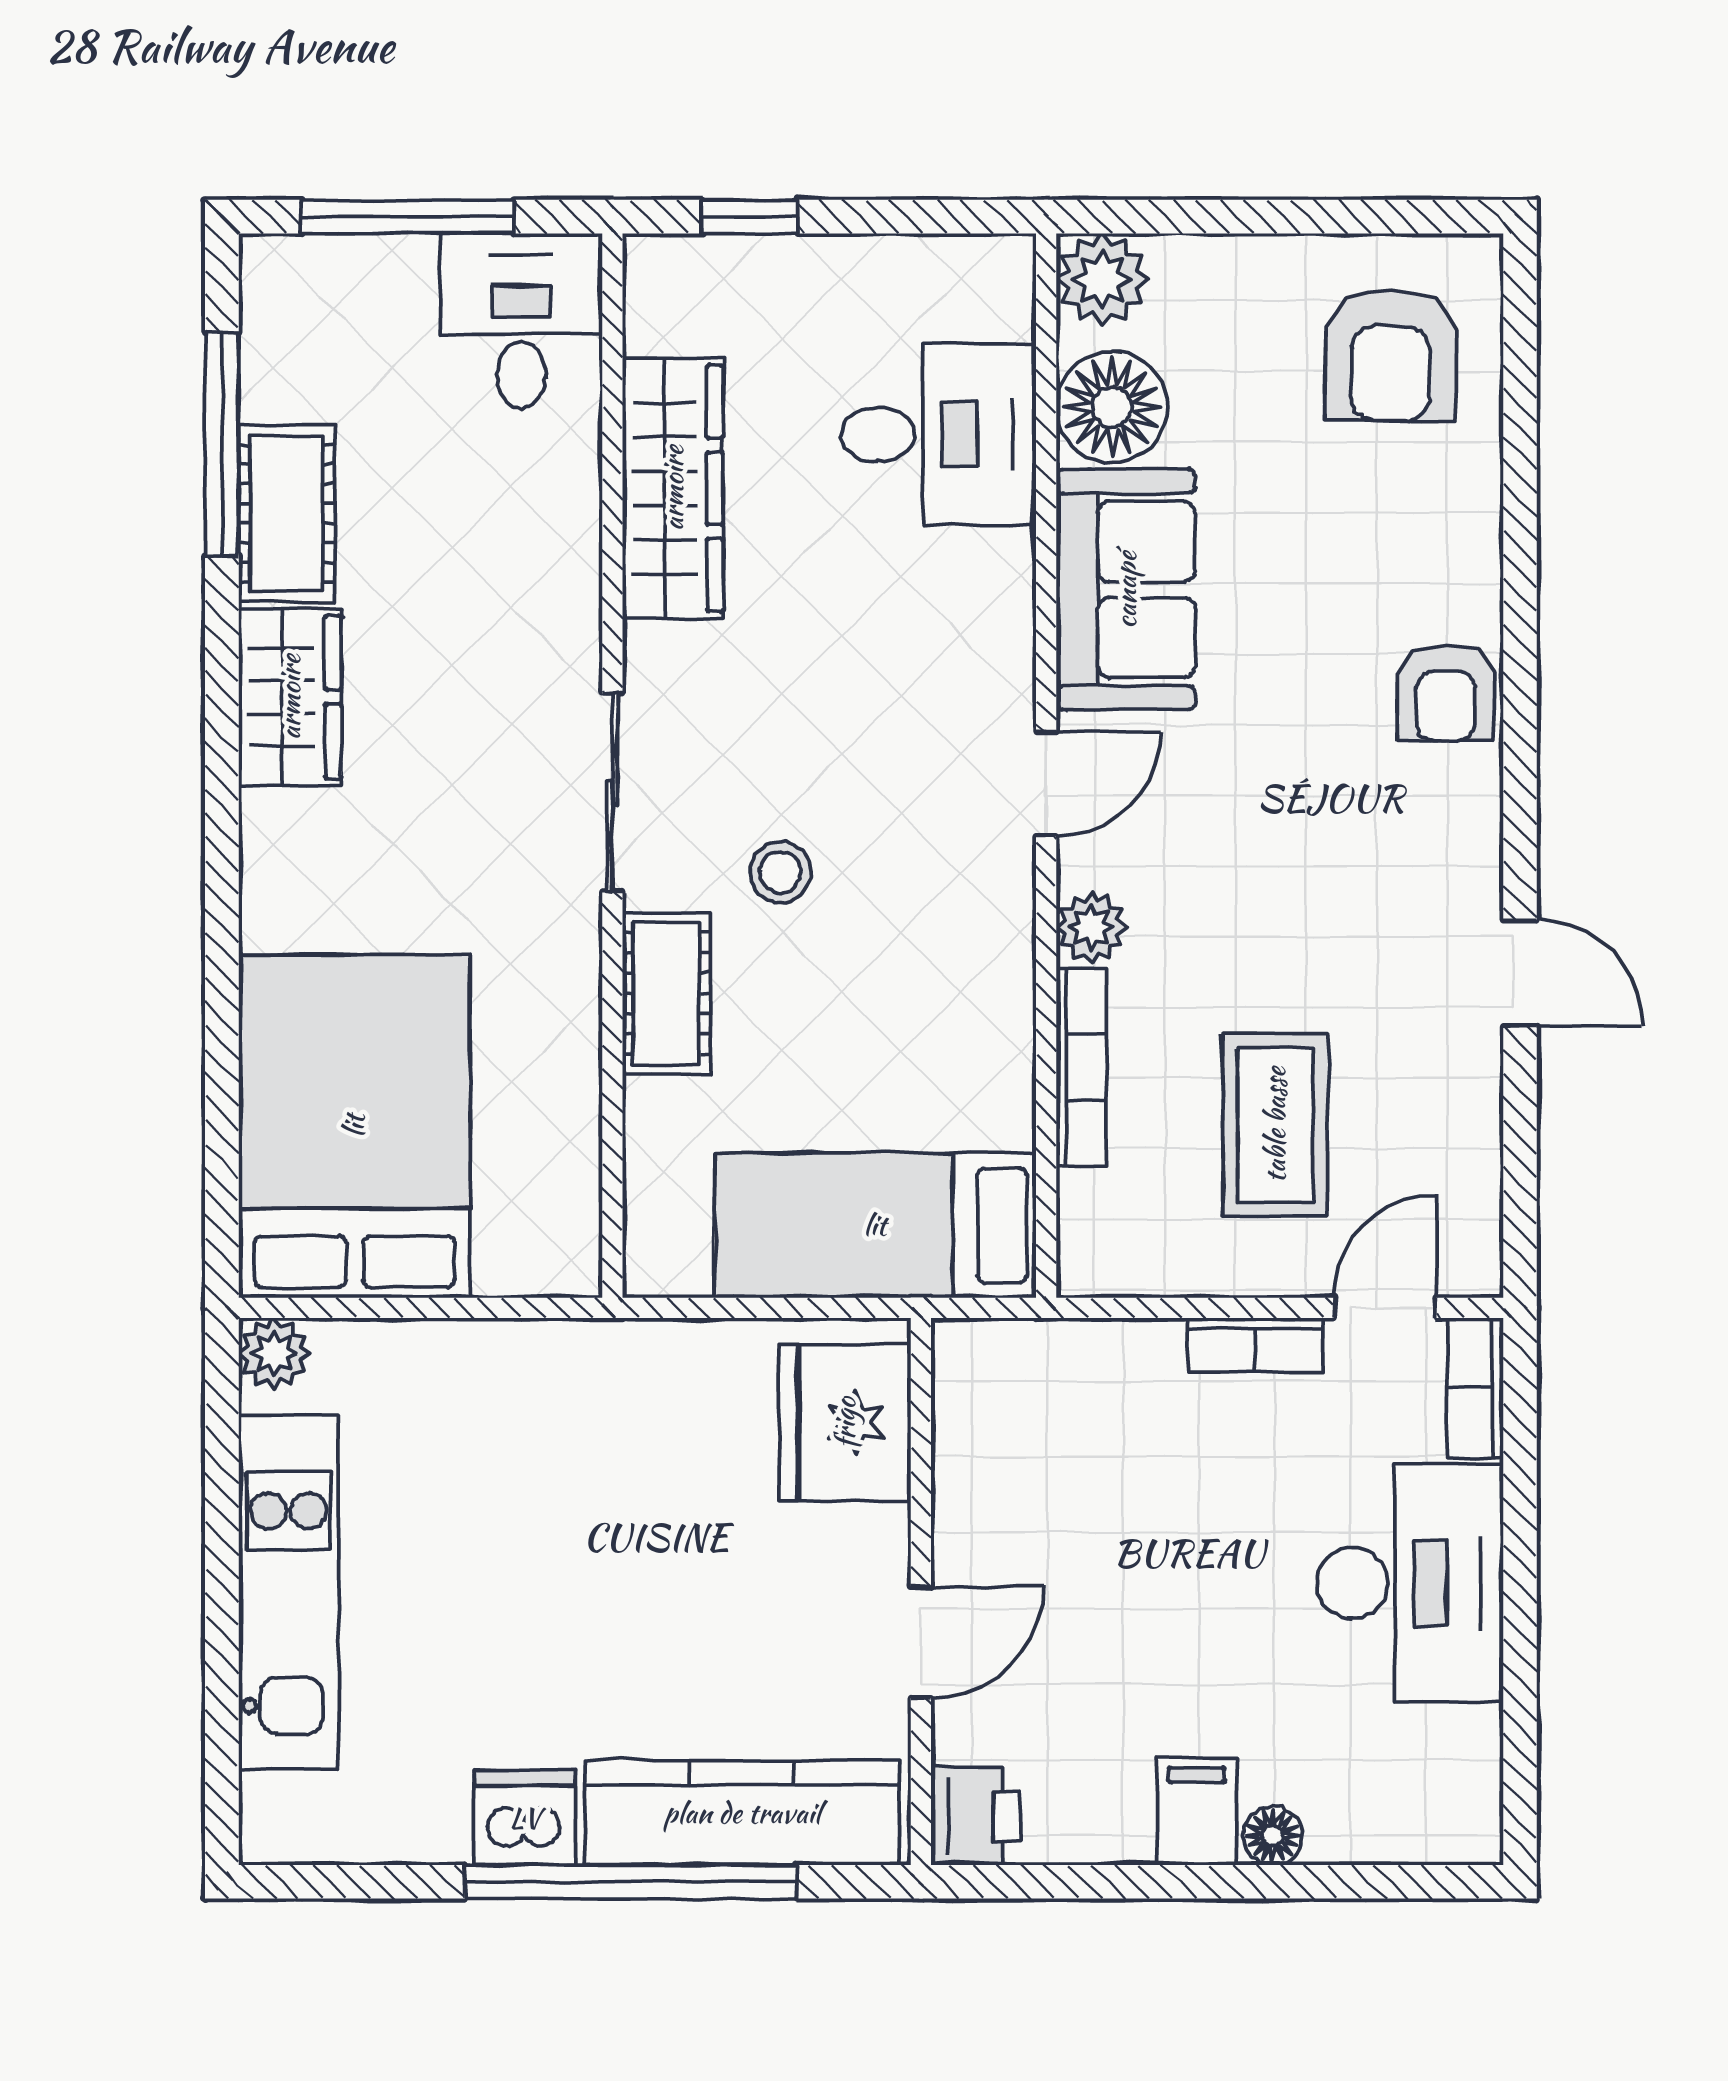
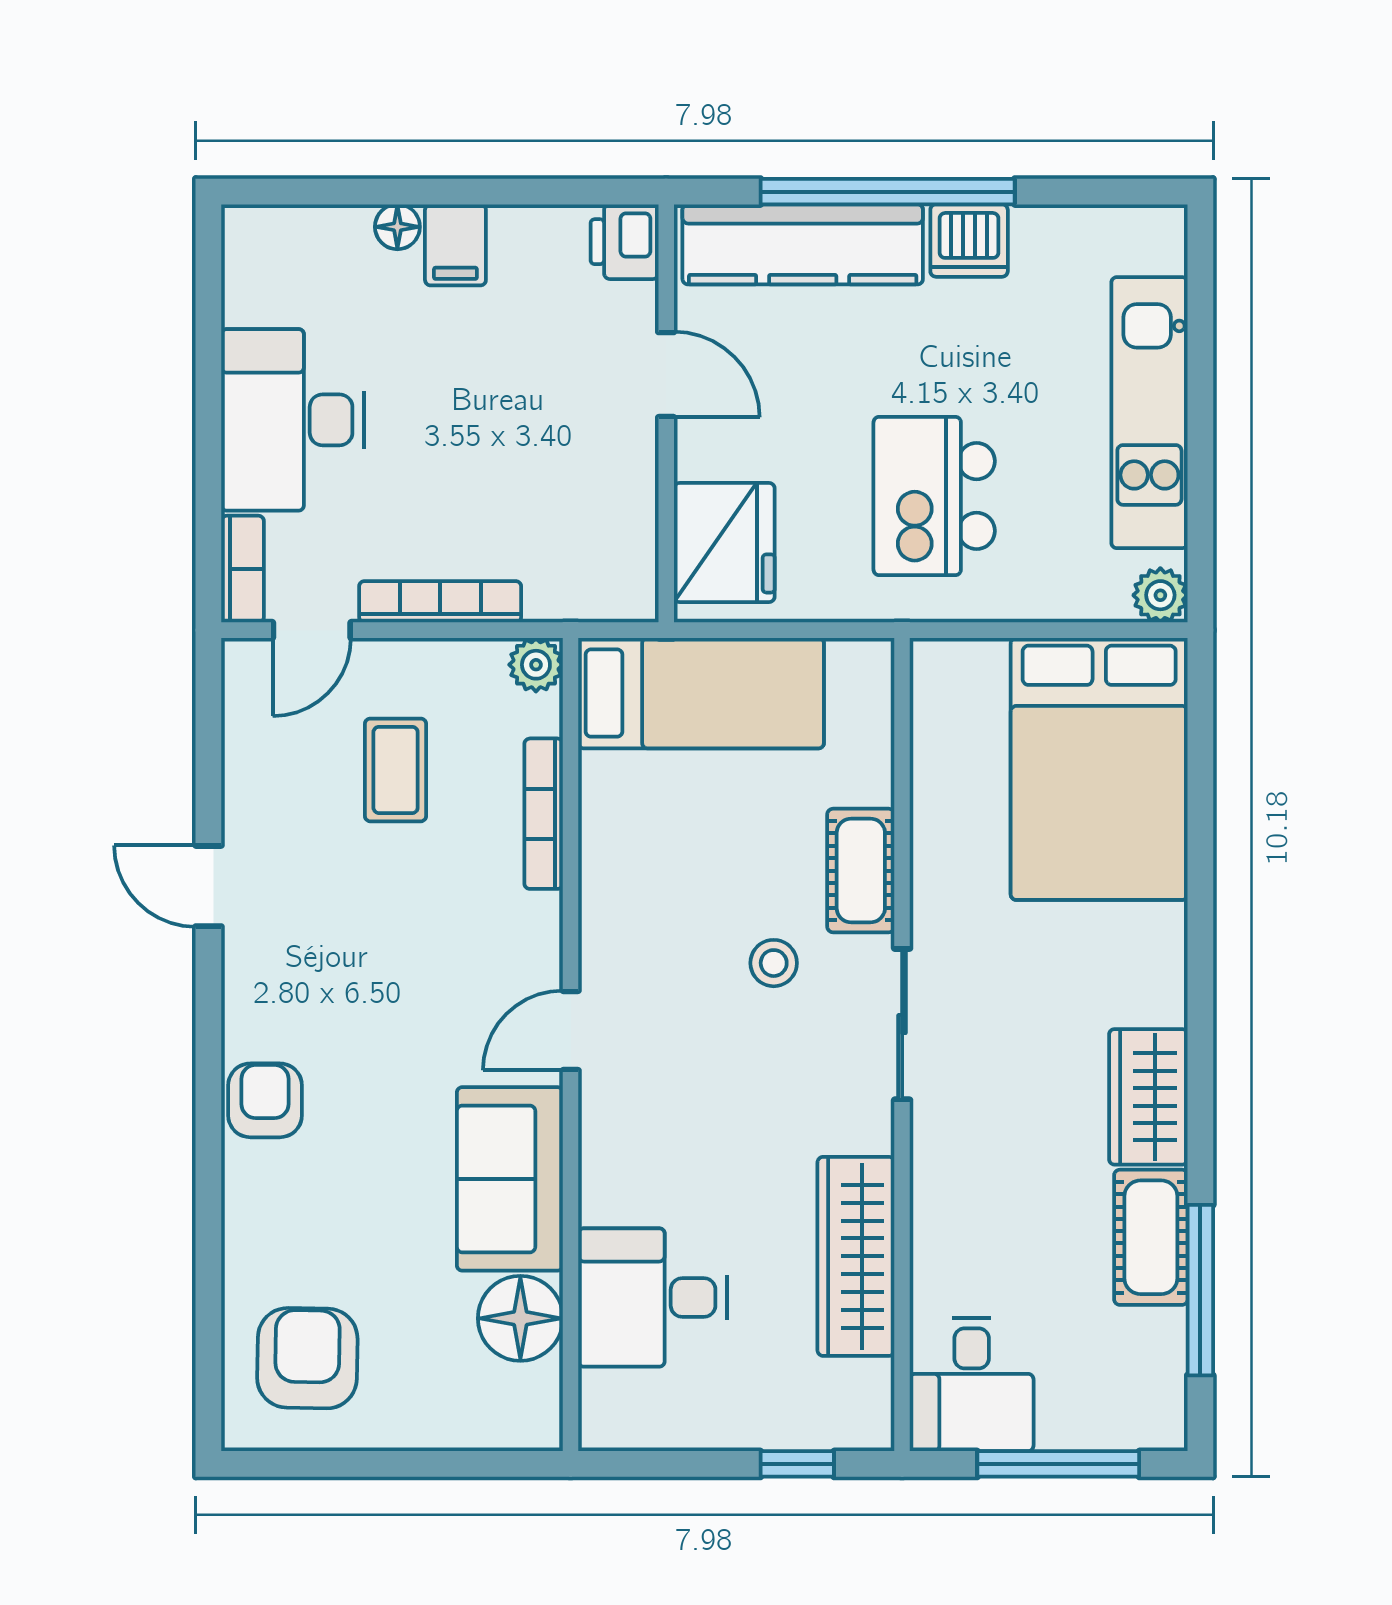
plant: (1102, 279) -> (528, 1416), removed
plant: (1091, 927) -> (536, 665), moved
coffee table: (1275, 1125) -> (396, 770), width x0.73, depth x0.77
bookcase: (1255, 1345) -> (440, 602), width x1.56
kitchen island: (570, 1483) -> (934, 496), added
door: (921, 1642) -> (666, 375), swing flipped

